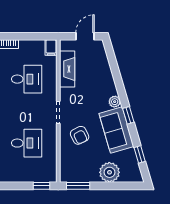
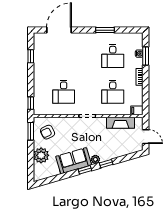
armchair: (80, 135) -> (48, 132), moved
window: (140, 154) -> (106, 164), moved

